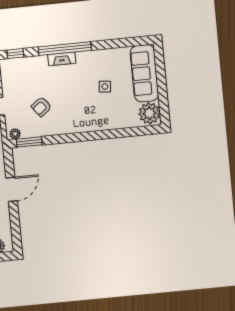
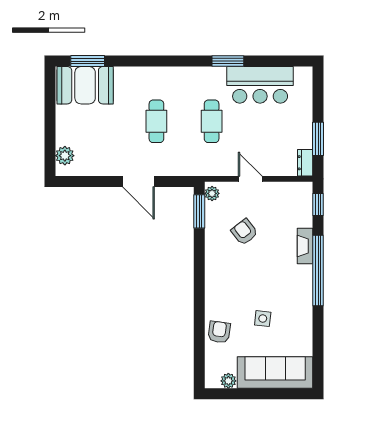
fireplace: (62, 59) -> (305, 246), moved
plant: (149, 113) -> (228, 381), width x0.53, depth x0.53
armchair: (118, 118) -> (219, 332), added

